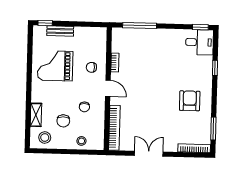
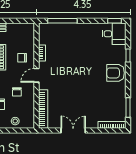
door: (108, 88) -> (37, 75), swing flipped
armchair: (190, 101) -> (116, 73), moved, turned -90

